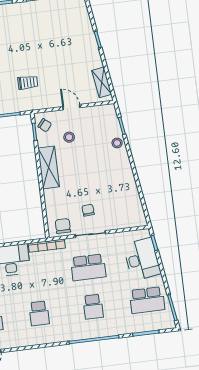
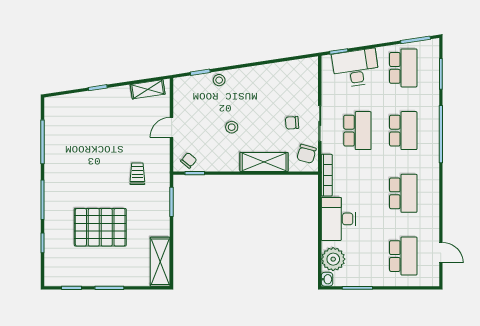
stool: (69, 137) -> (232, 127), moved
shelving: (49, 167) -> (264, 162), moved
chair: (63, 226) -> (307, 154), turned -75
school desk: (93, 307) -> (403, 131), width x1.85
school desk: (39, 313) -> (403, 193), width x1.85

